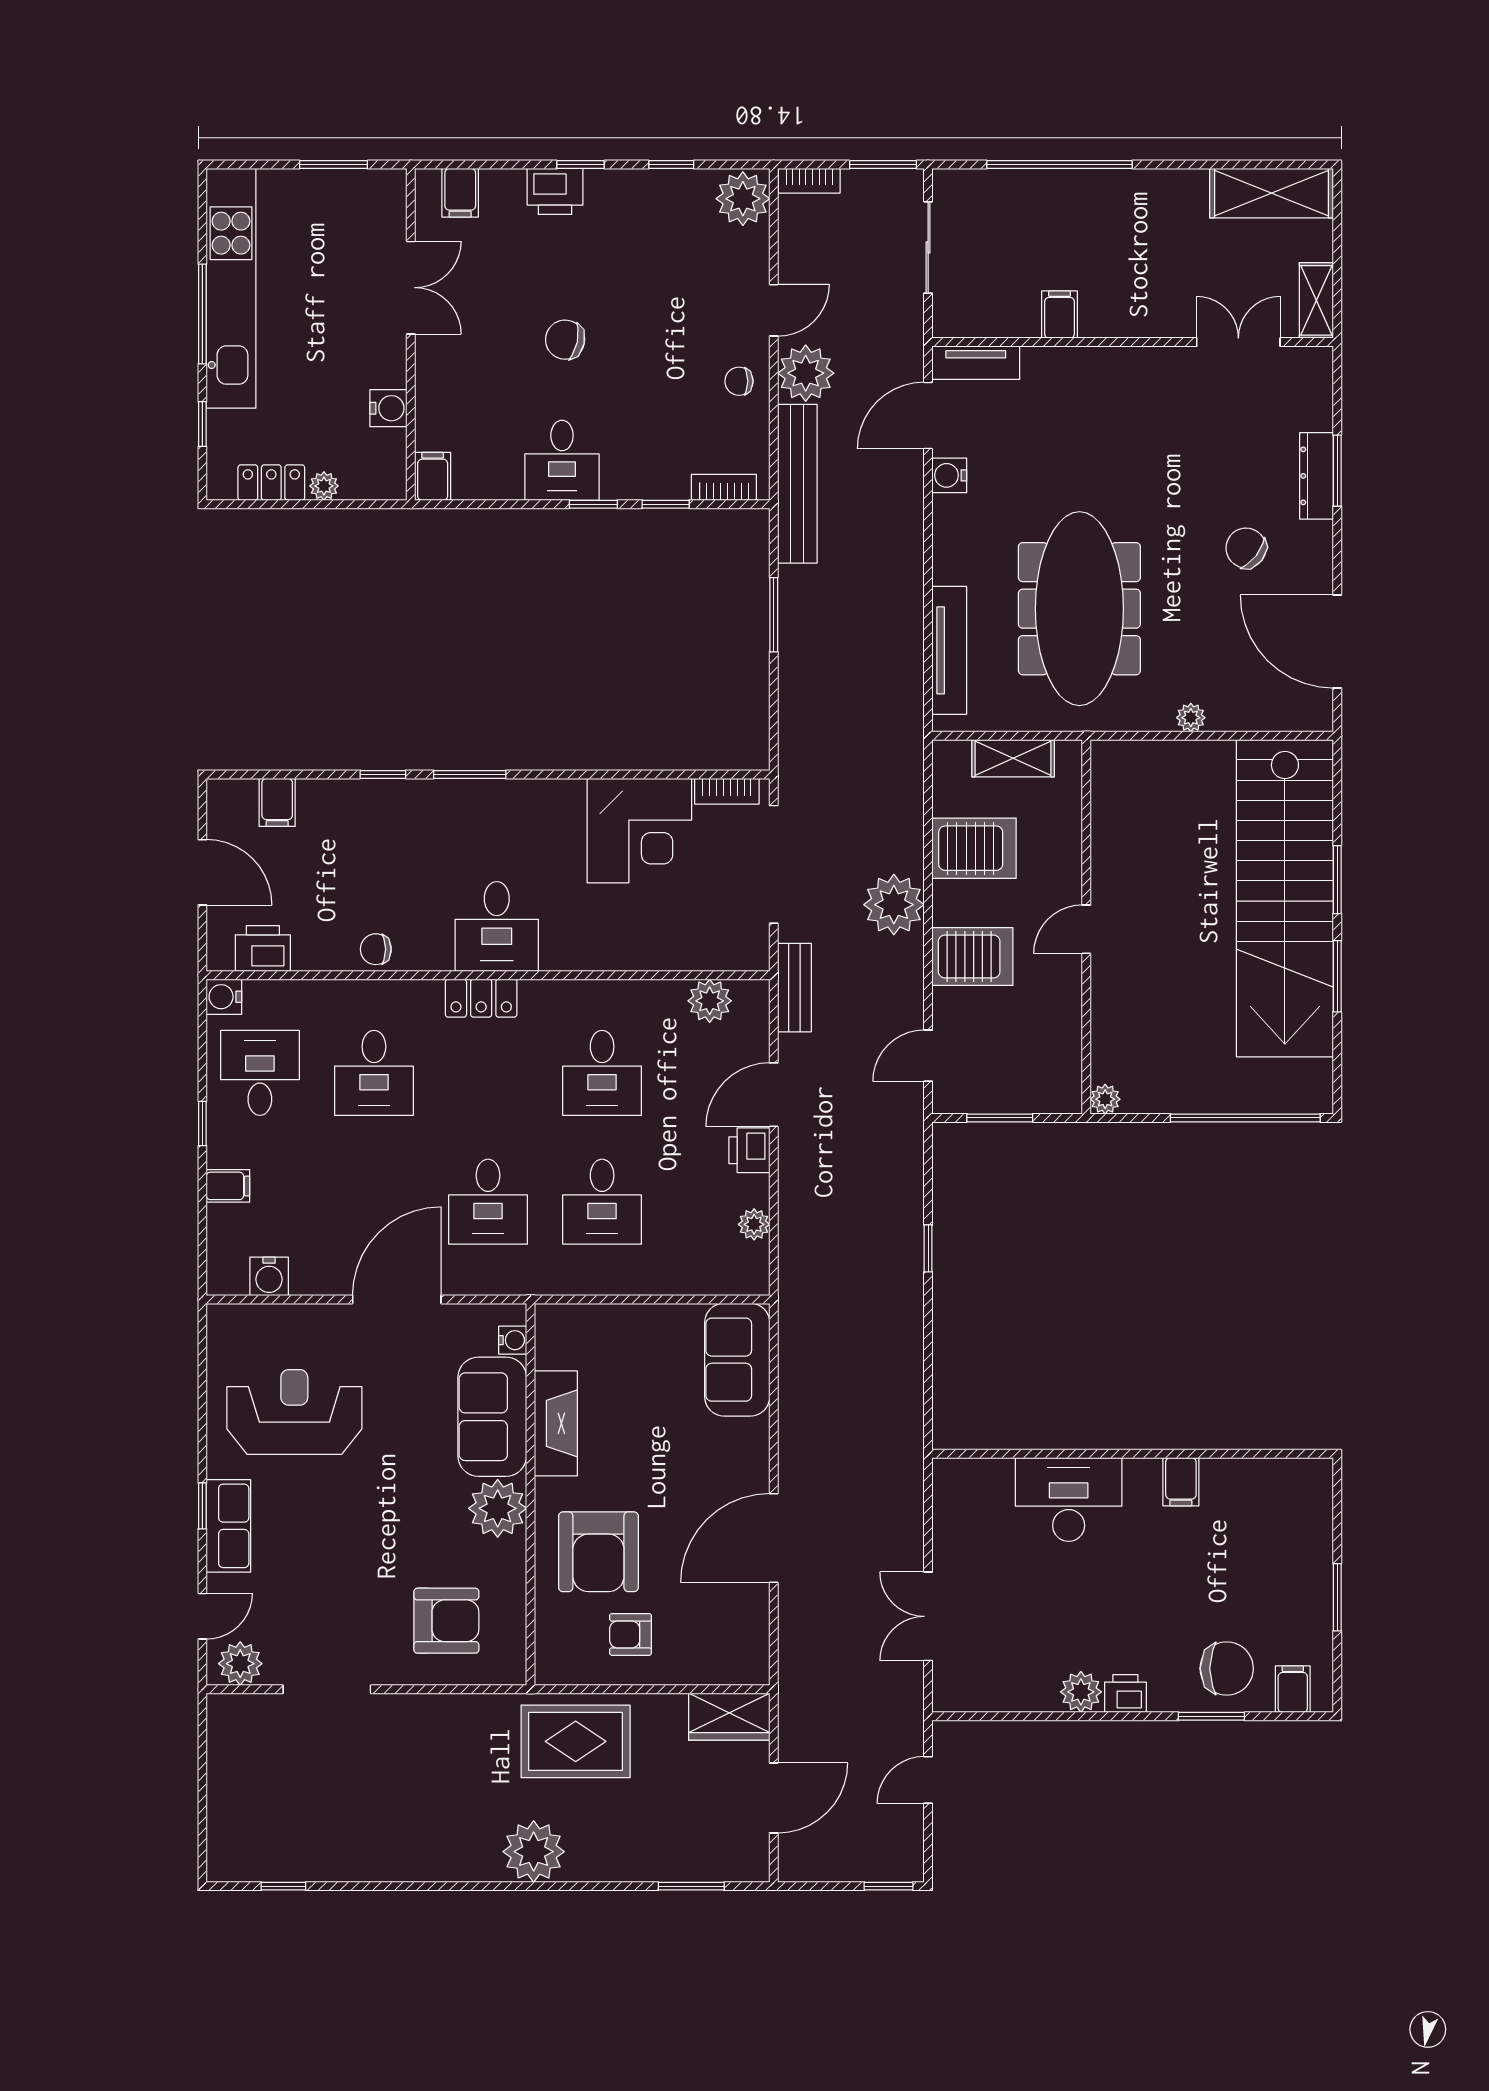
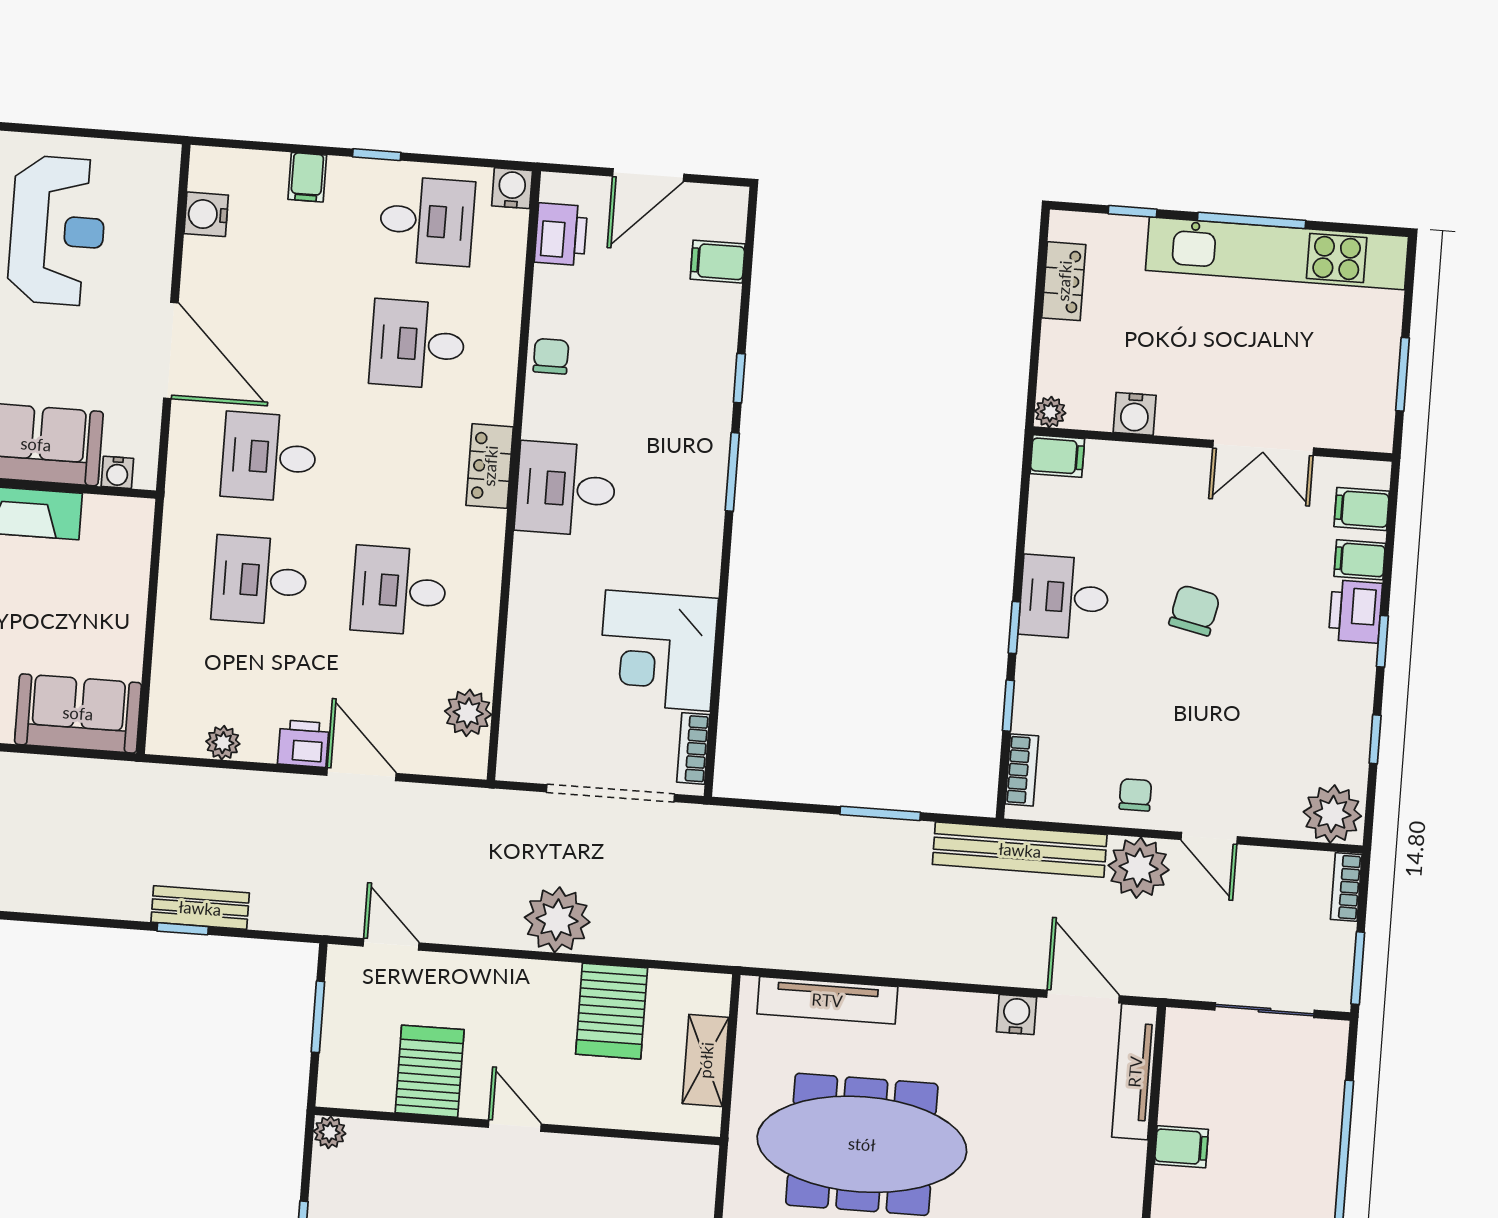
filing cabinet: (507, 191) -> (1360, 560), added
tv unit: (976, 363) -> (1135, 1072), width x1.41
plant: (324, 486) -> (1050, 412), moved
server rack: (972, 956) -> (430, 1071), moved, turned 180
bench: (794, 988) -> (200, 908), moved

